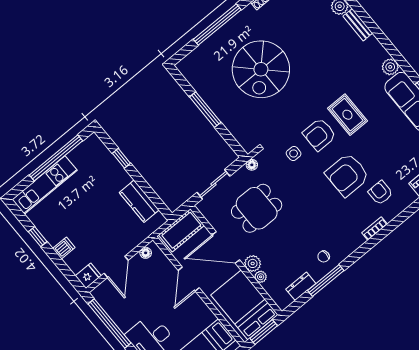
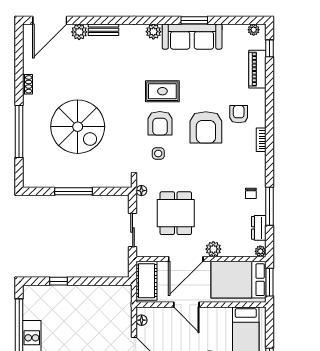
armchair: (380, 193) -> (239, 114), turned 90
kitchen counter: (139, 201) -> (100, 294), removed
plant: (261, 277) -> (260, 251), moved

